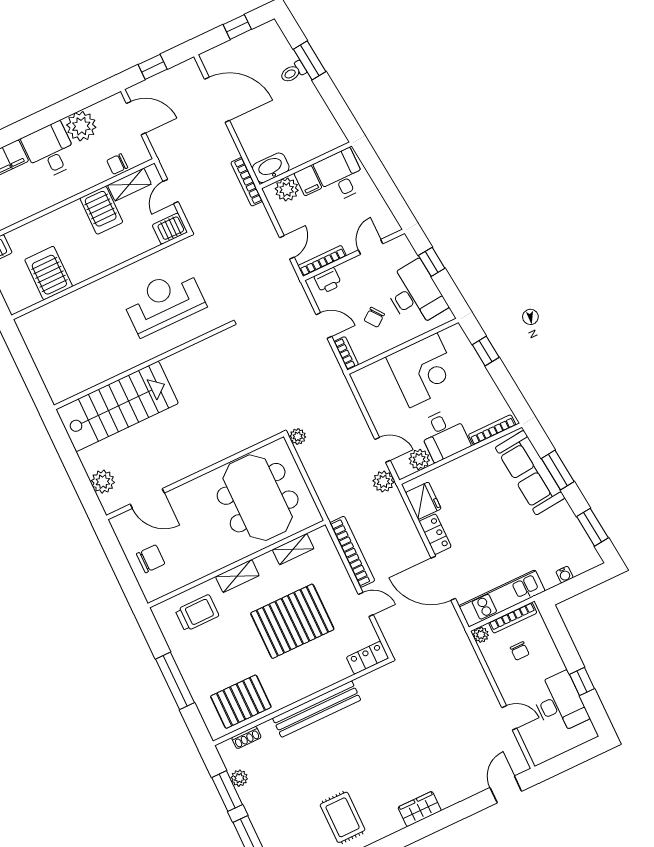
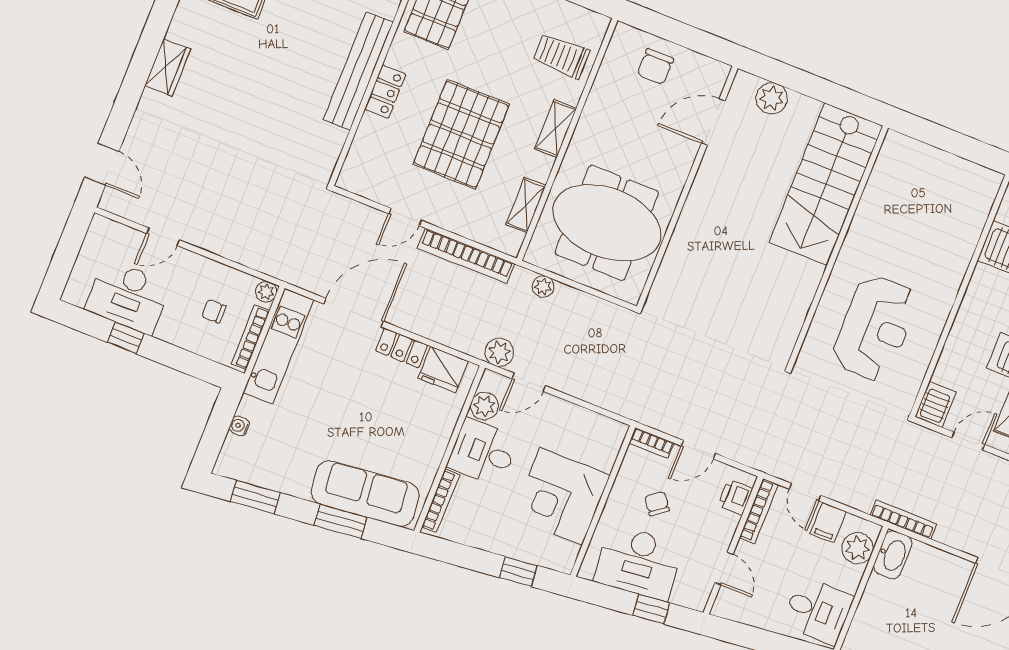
filing cabinet: (308, 181) -> (828, 523), moved, turned -90
door: (171, 192) -> (968, 441), hinge flipped
plant: (298, 437) -> (543, 286), moved
trolley: (197, 613) -> (561, 56), turned 90
locker: (368, 658) -> (385, 91), moved

